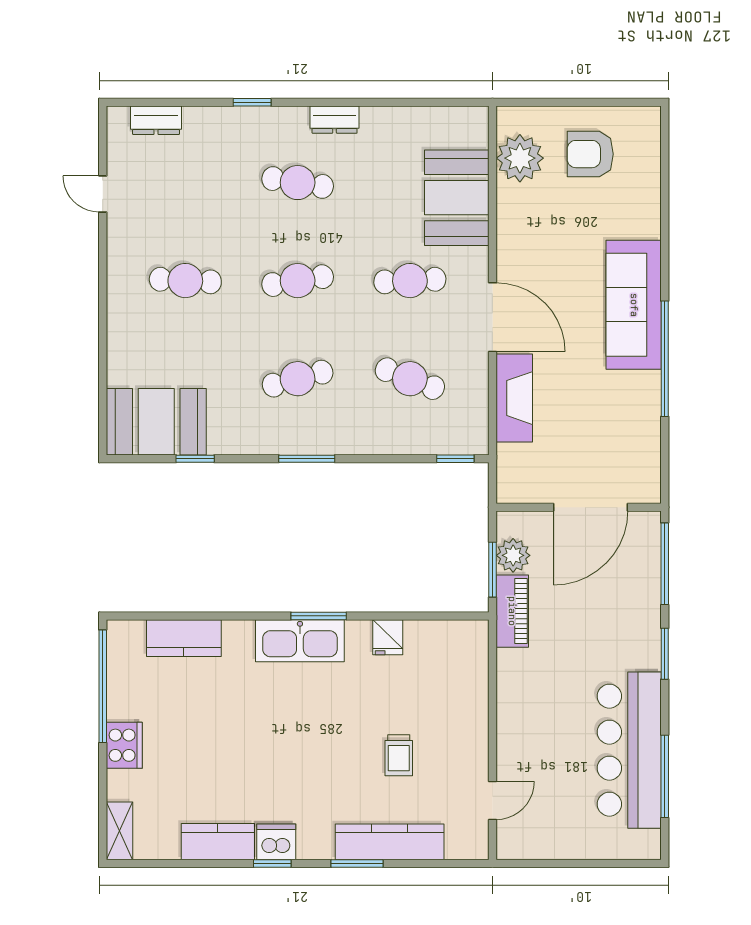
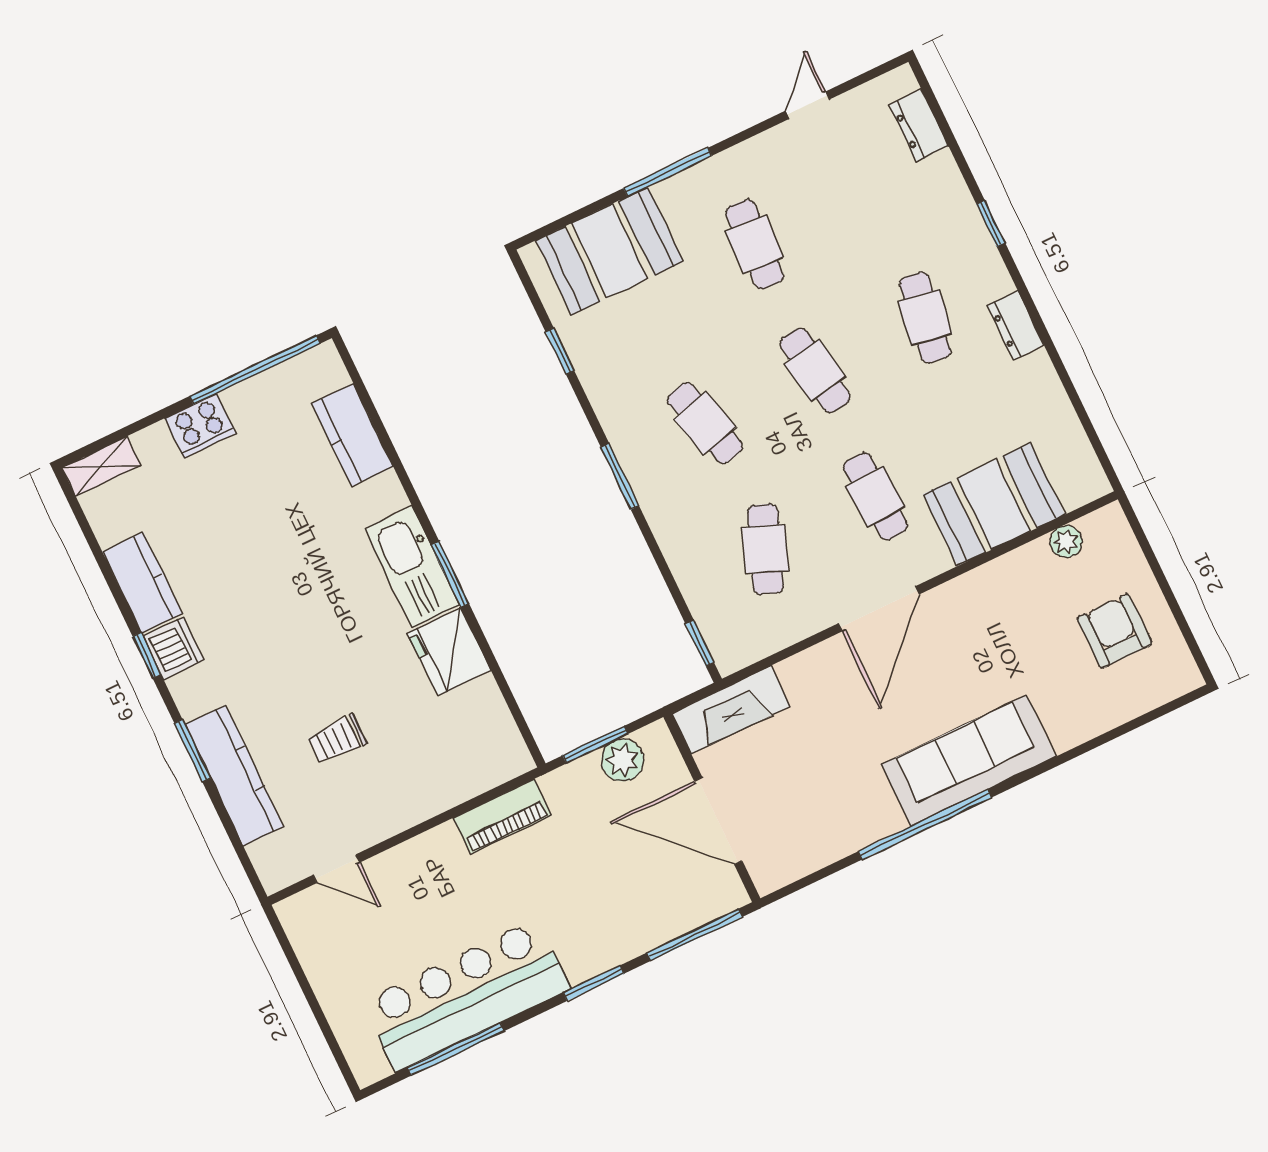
plant: (520, 158) -> (1066, 542), width x0.53, depth x0.53
window: (103, 319) -> (668, 172), added
fireplace: (514, 398) -> (731, 710), moved
booth: (156, 422) -> (610, 251), moved, turned 90
piano: (512, 611) -> (502, 817), moved
fridge: (388, 637) -> (449, 652), width x1.88, depth x1.34

